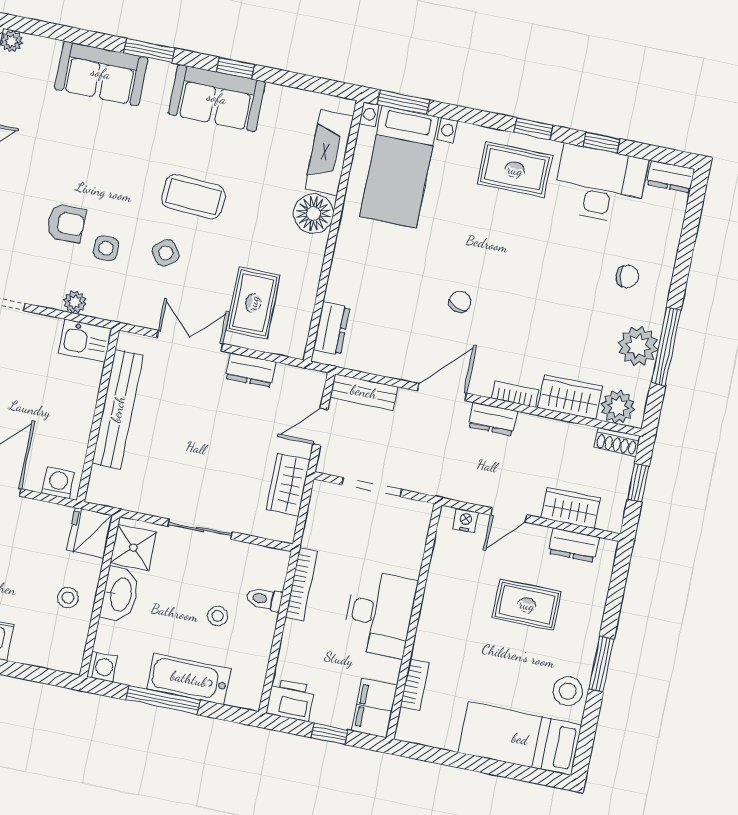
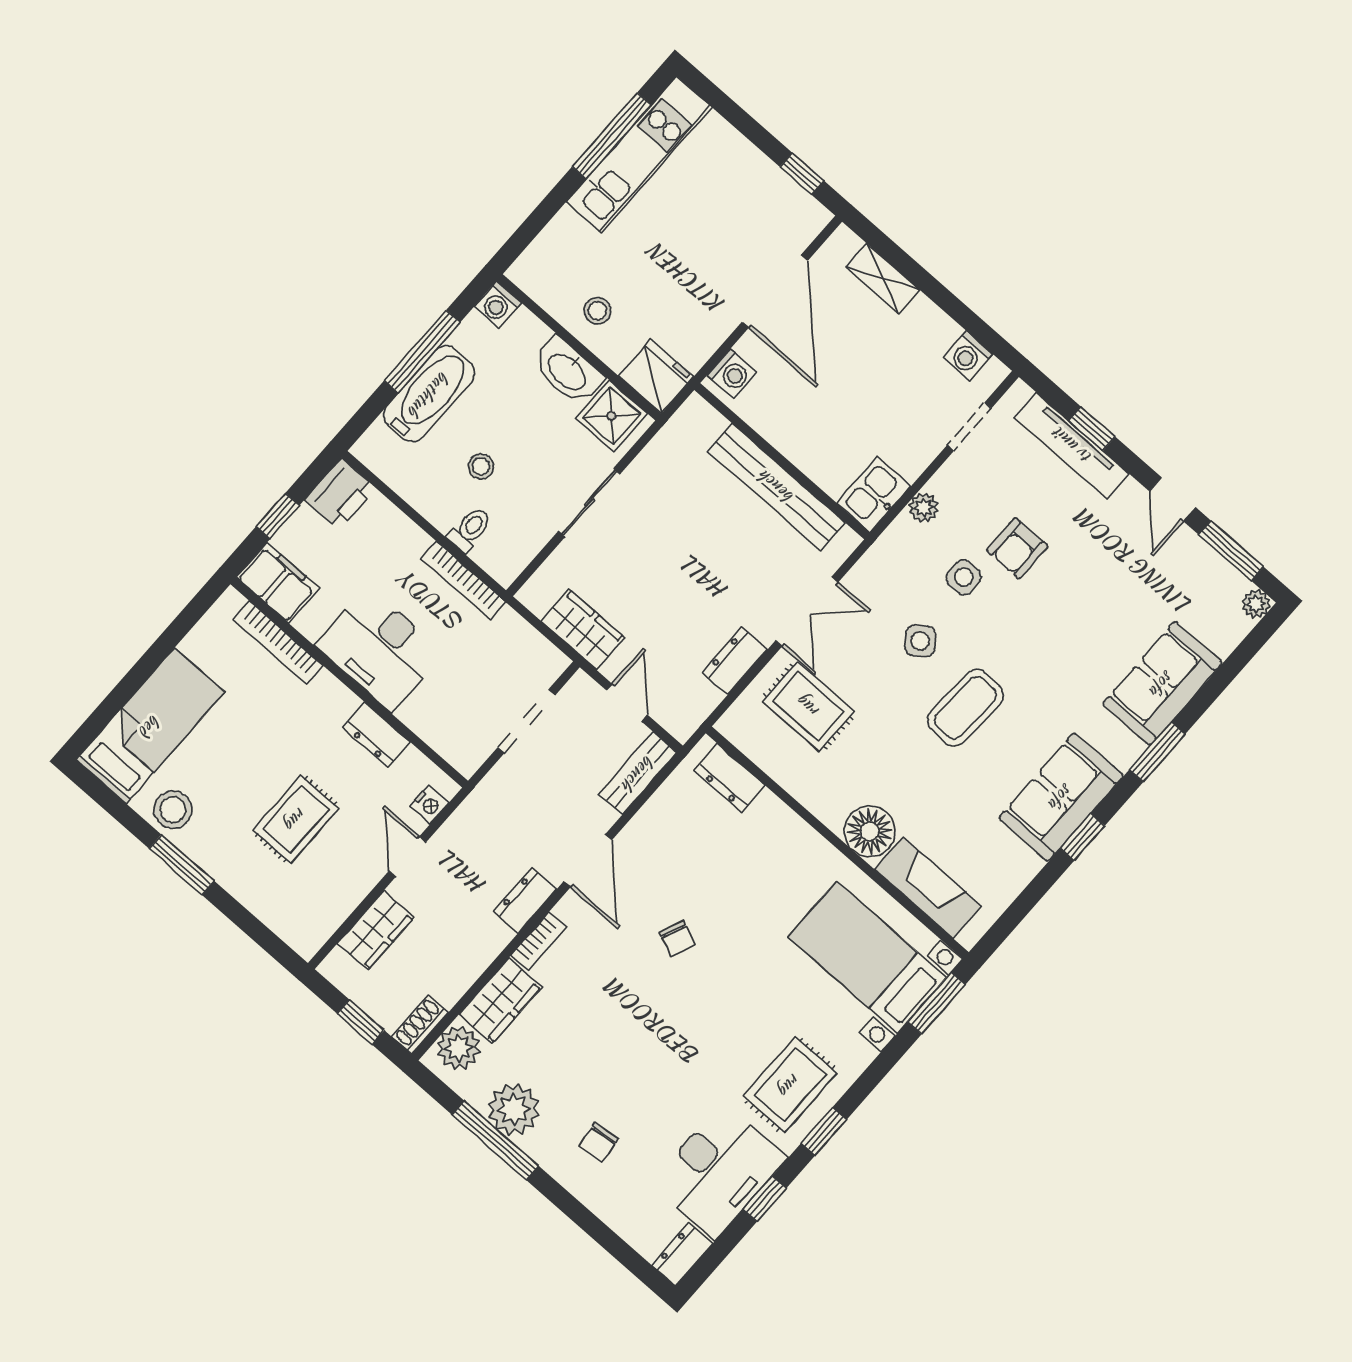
dresser: (574, 545) -> (376, 735), moved, turned -90
bookcase: (415, 685) -> (278, 643), width x1.56

